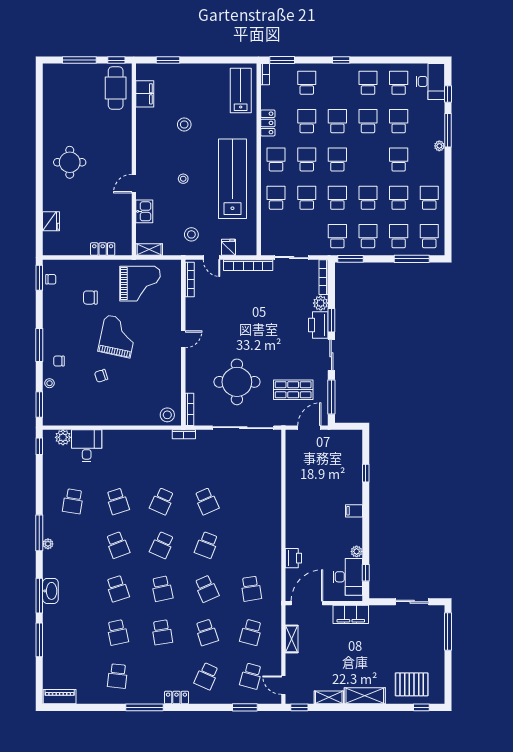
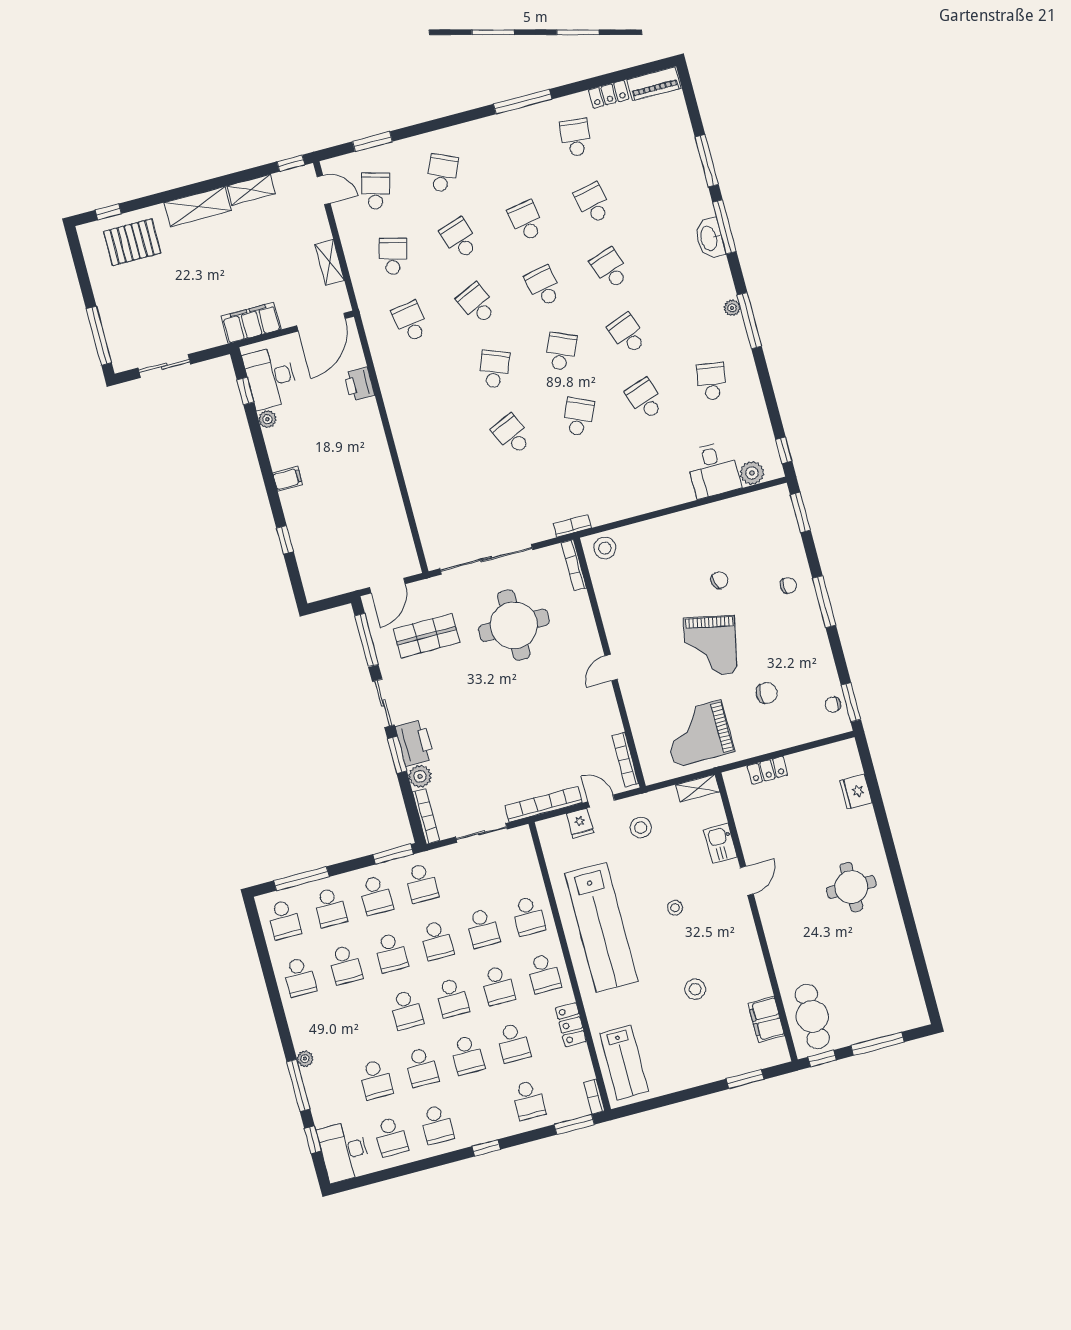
school desk: (399, 159) -> (406, 1010), moved
stool: (50, 383) -> (794, 549), removed
locker: (176, 698) -> (609, 94), moved

